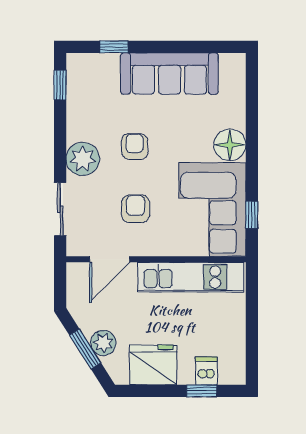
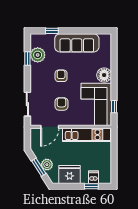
window: (60, 85) -> (27, 58), moved
plant: (83, 159) -> (38, 55), moved

